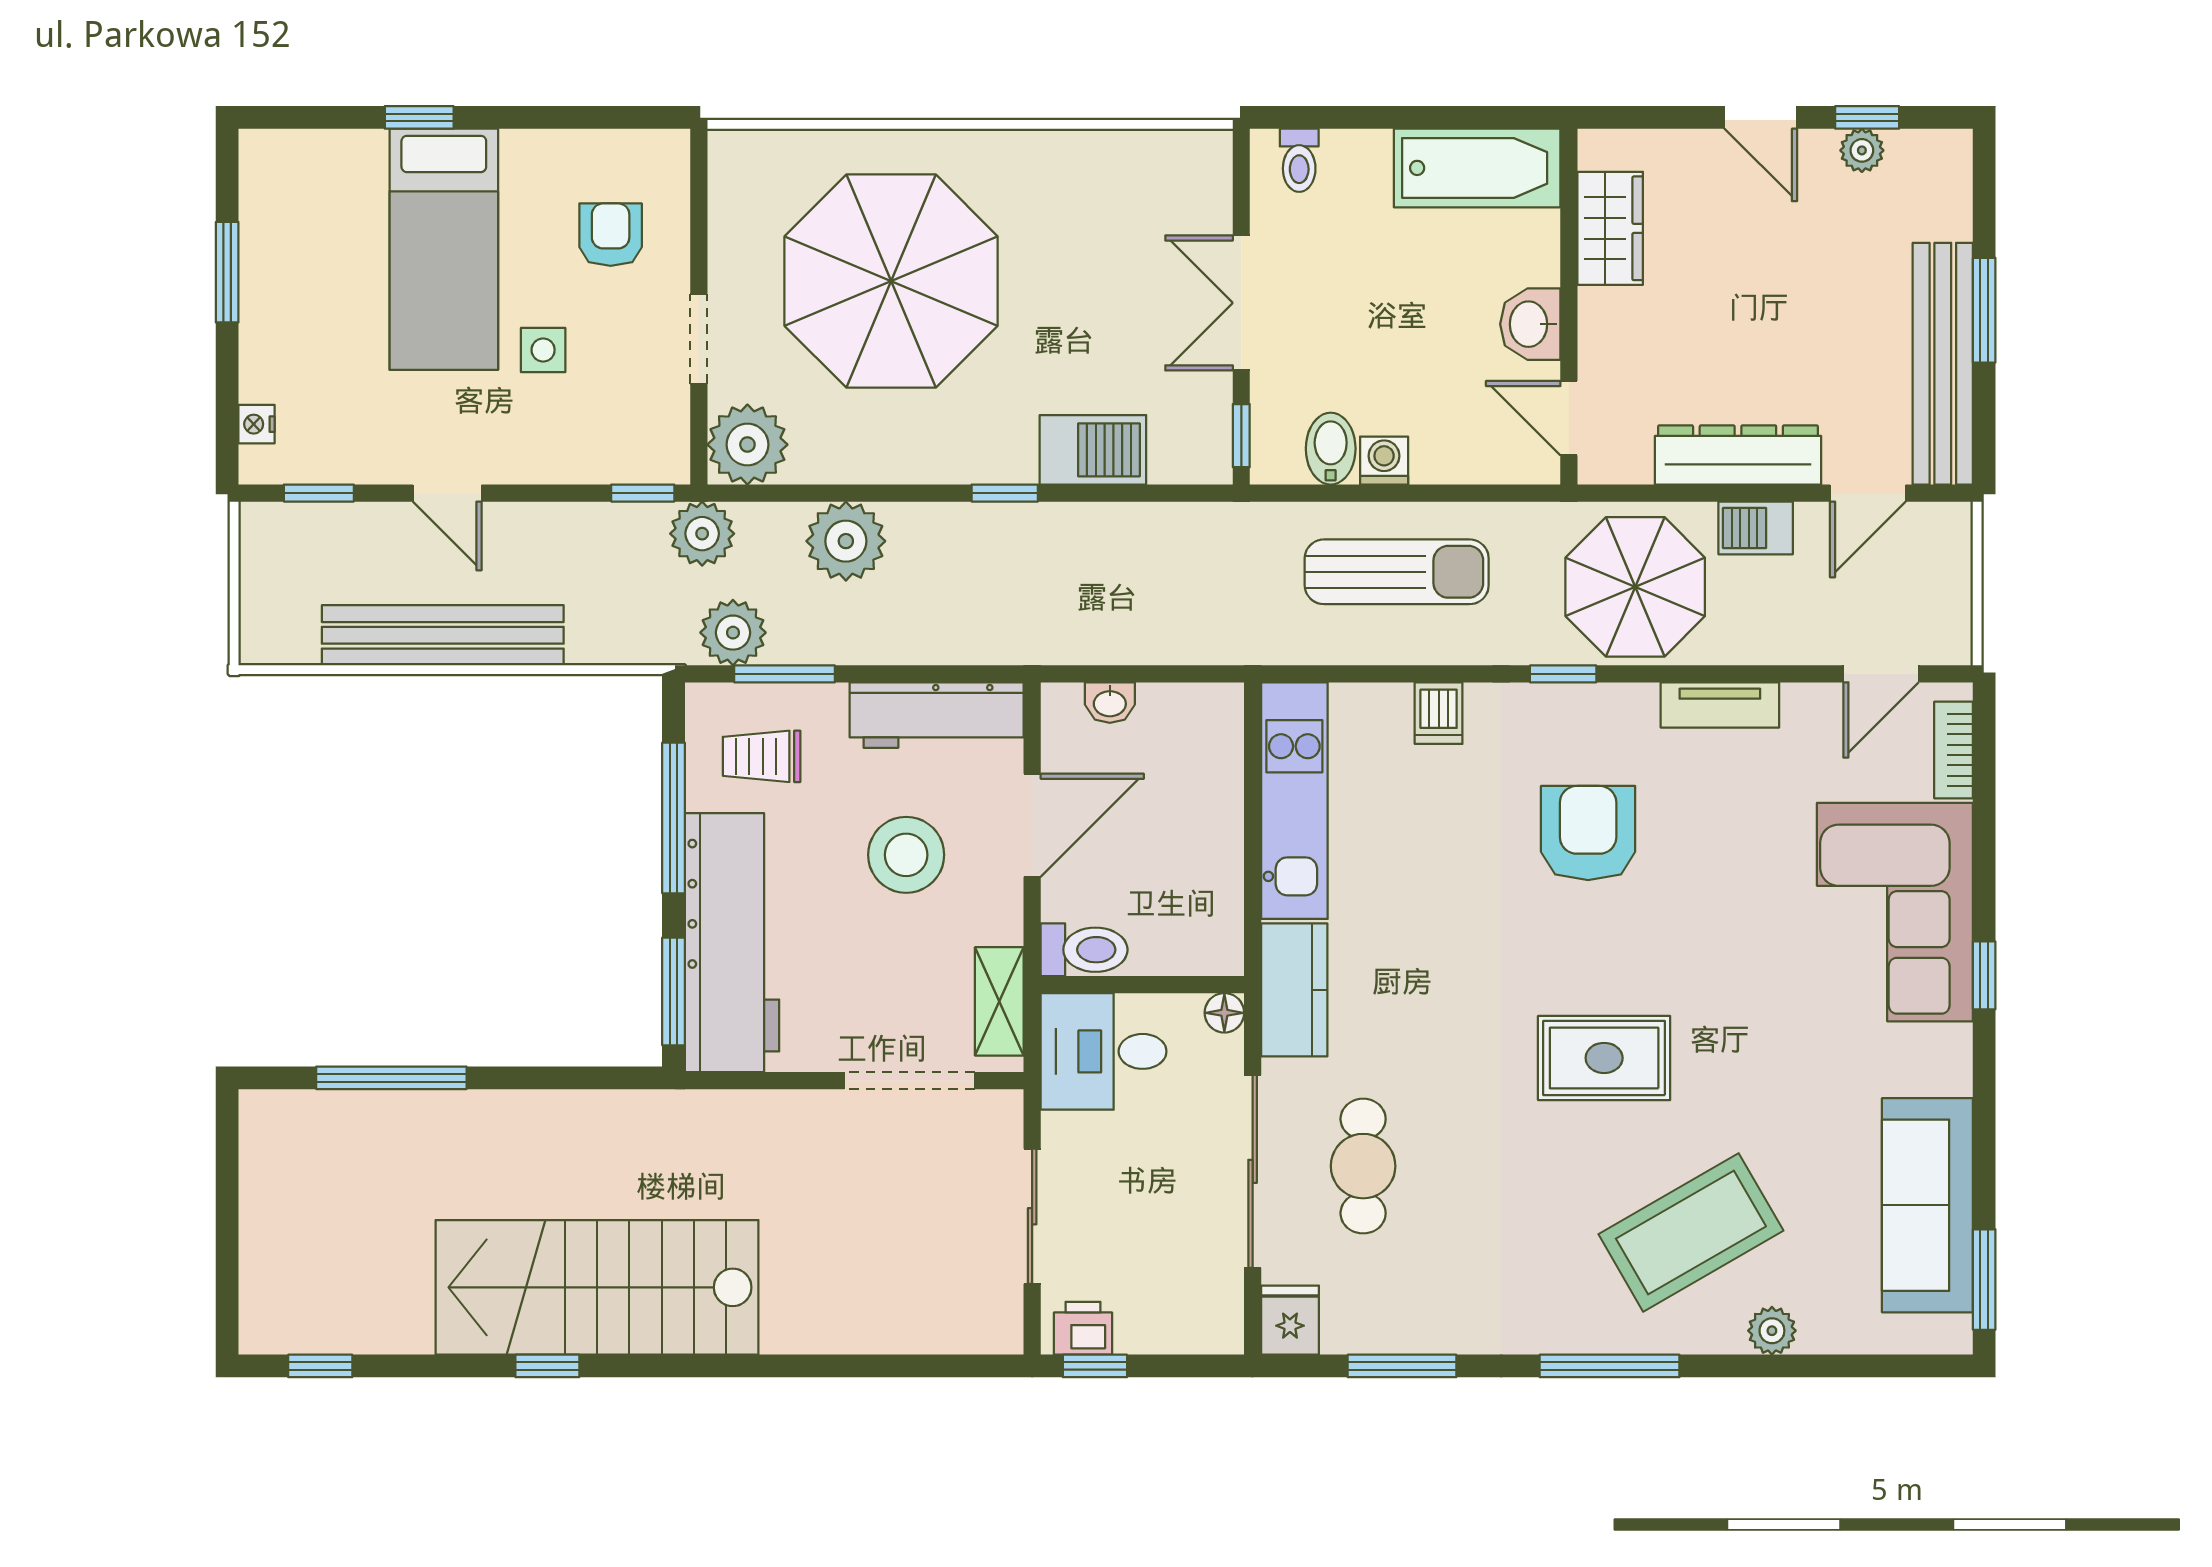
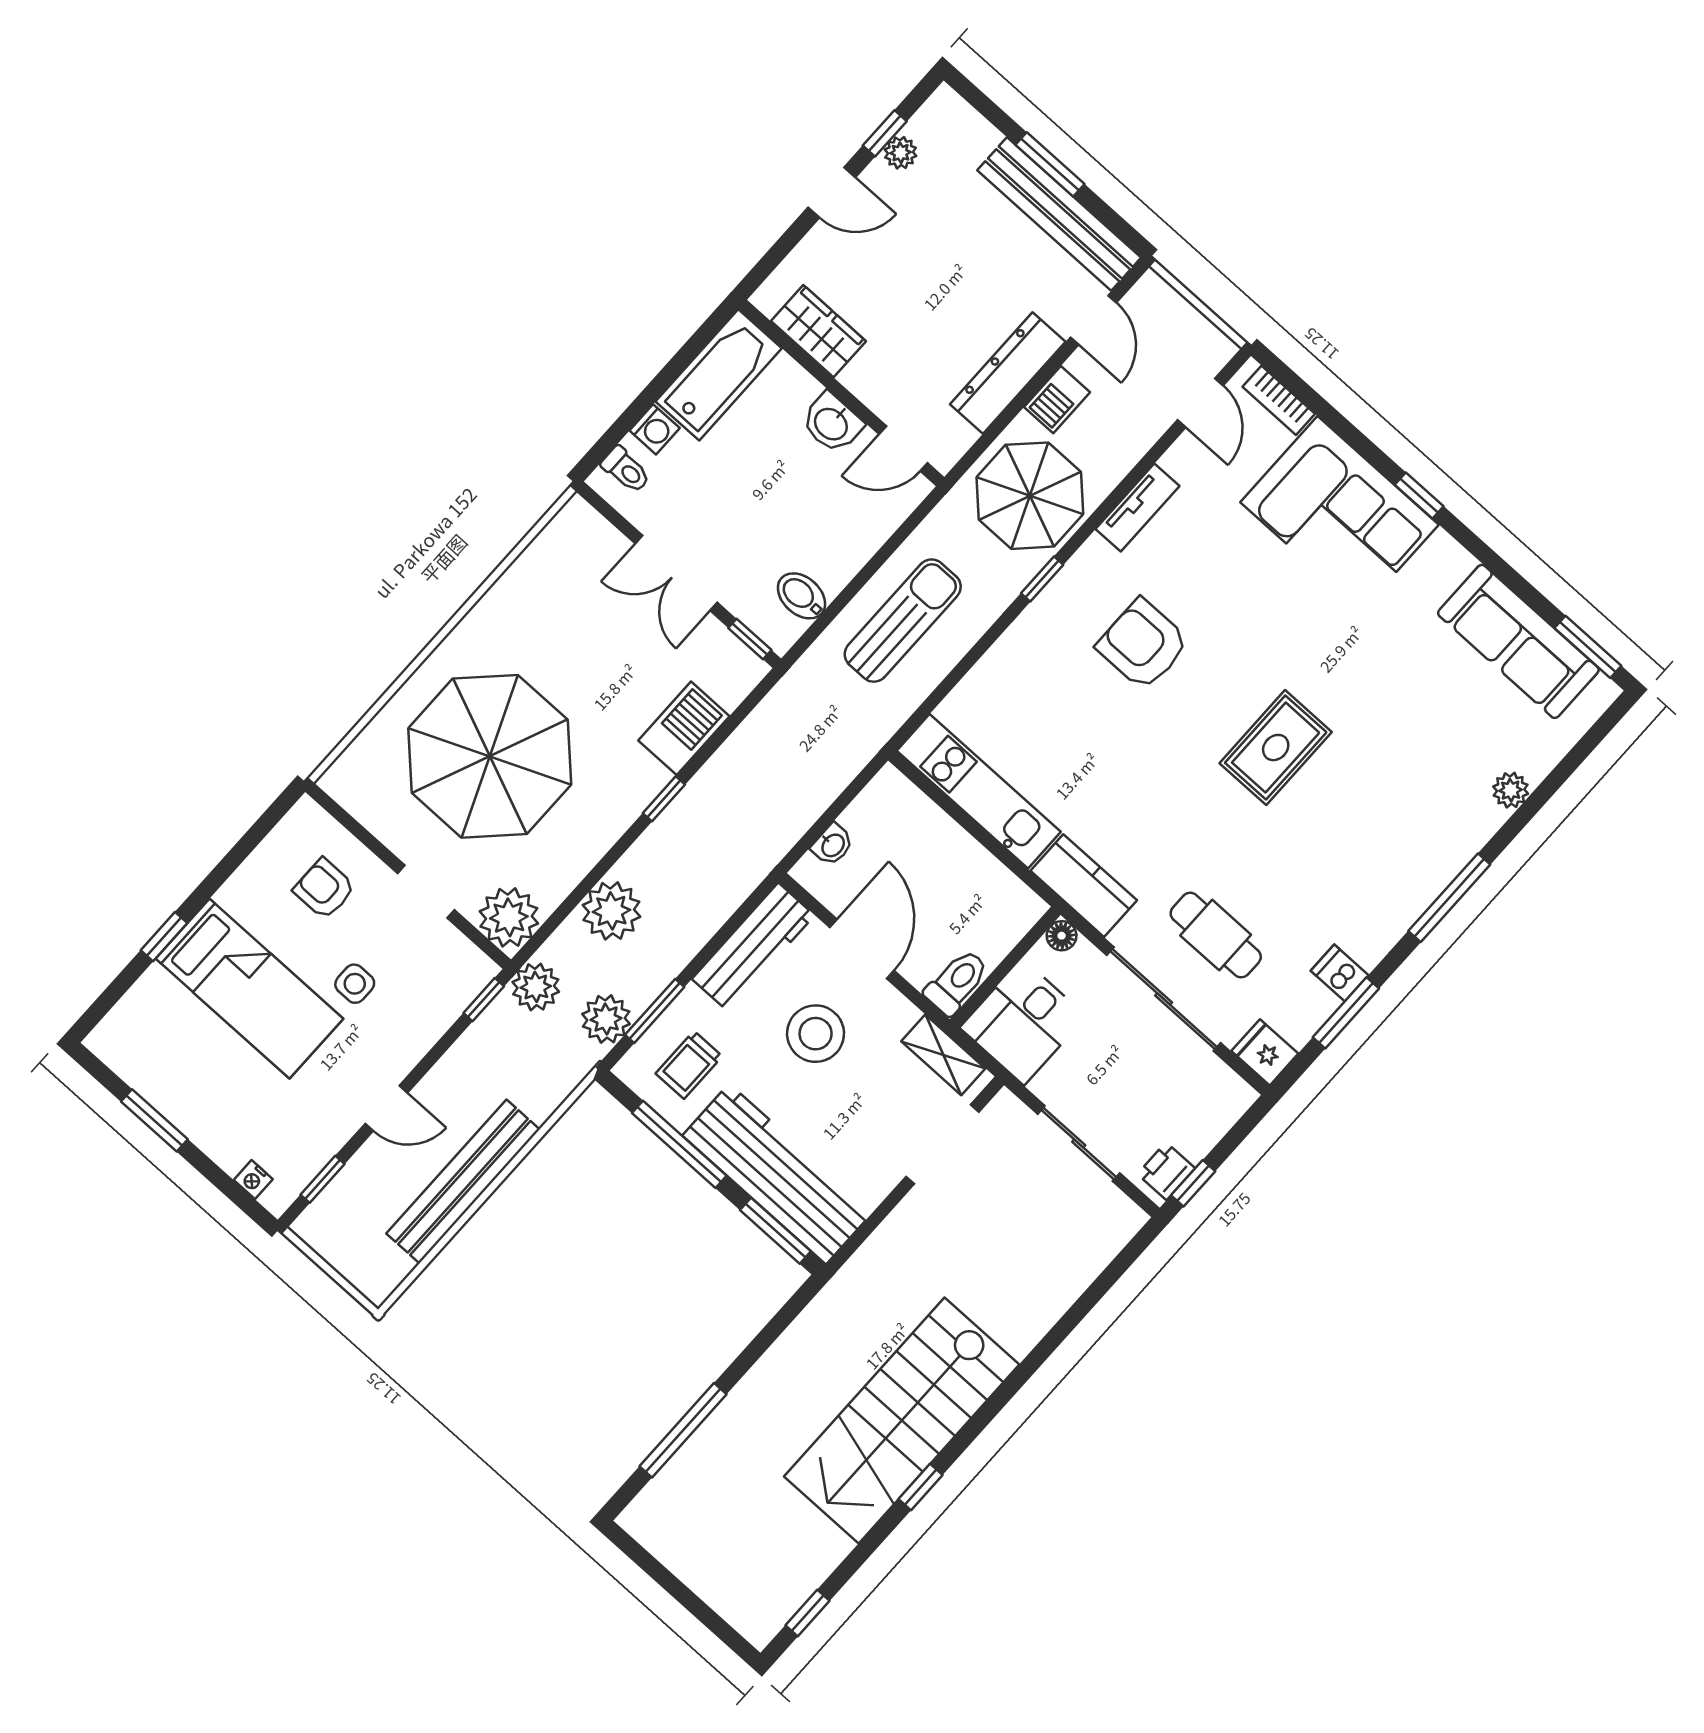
washing machine: (1384, 461) -> (655, 429), moved, turned 180
dishwasher: (1439, 713) -> (1340, 973), moved, turned 180
coffee table: (1691, 1232) -> (1416, 786), removed

